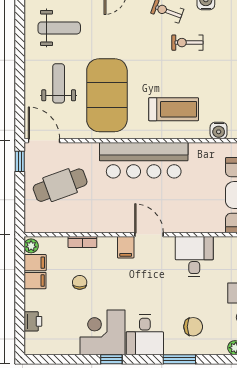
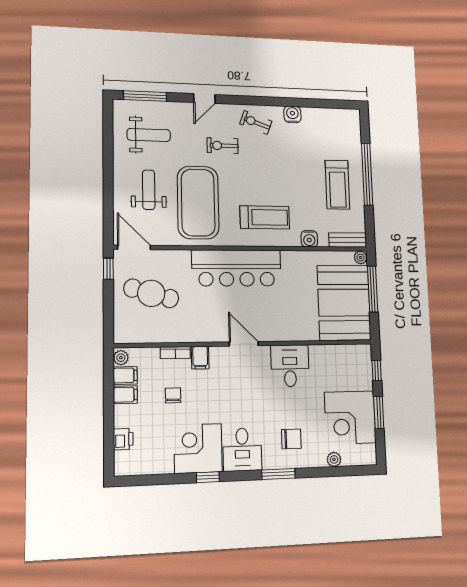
exercise bike: (187, 43) -> (223, 146), moved
cafe table: (60, 185) -> (151, 293), turned 36
filing cabinet: (126, 247) -> (200, 358), moved

